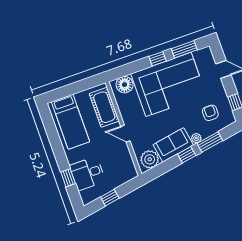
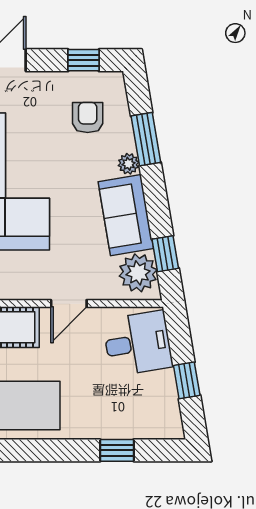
armchair: (210, 113) -> (88, 117), turned 90
window: (187, 155) -> (165, 254), moved
desk: (87, 174) -> (138, 343), moved, turned -100

